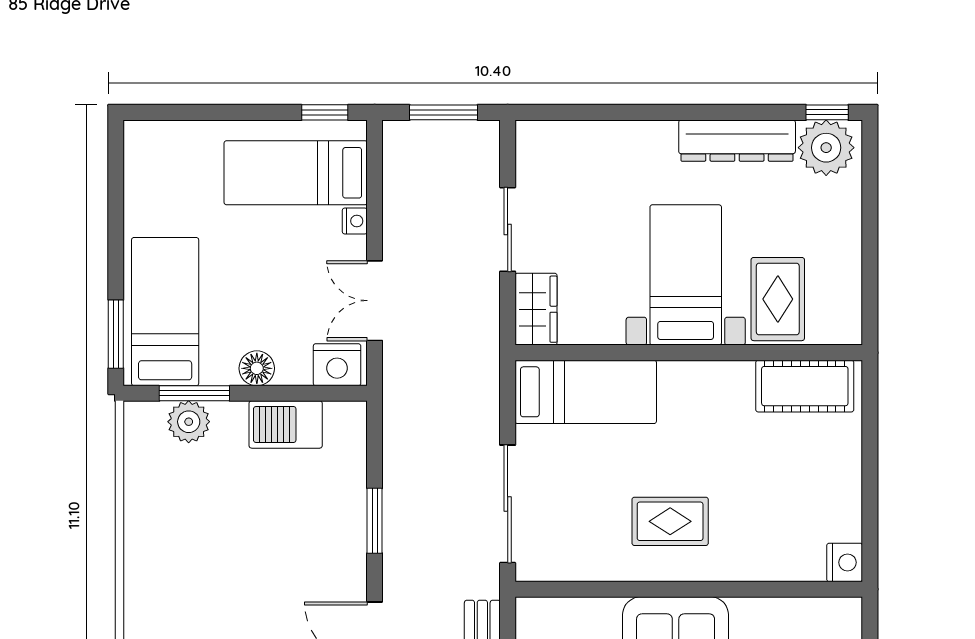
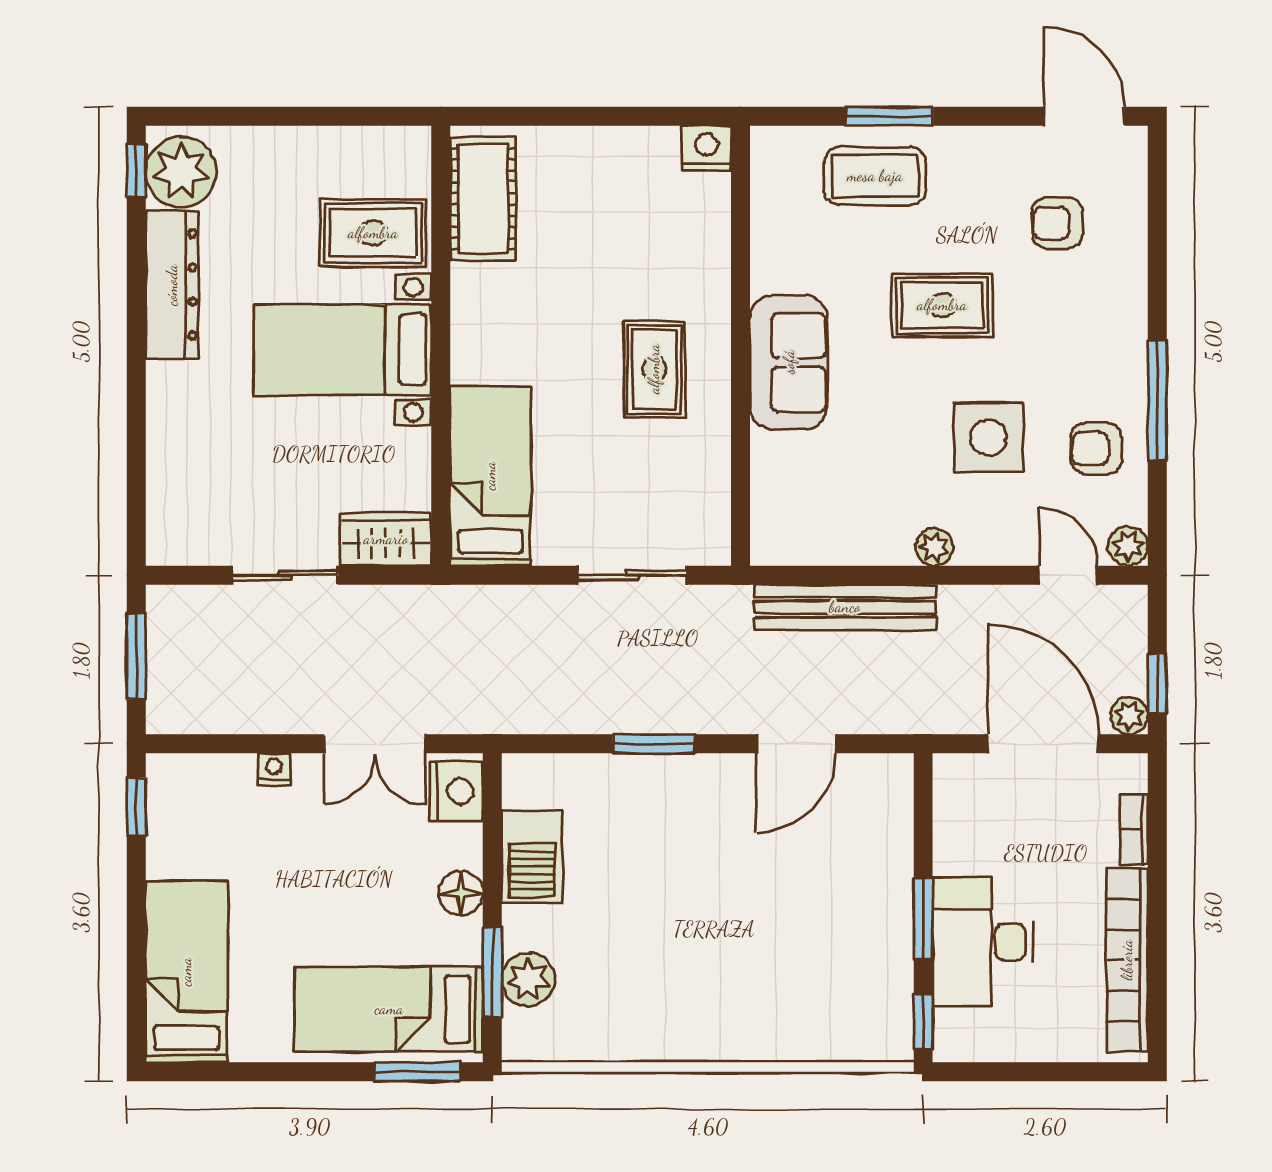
bed: (296, 173) -> (186, 972), moved, turned 180
sliding door: (508, 504) -> (632, 575), width x0.73

